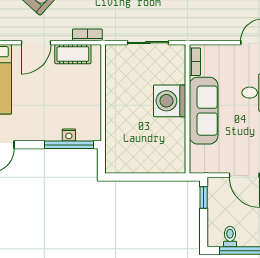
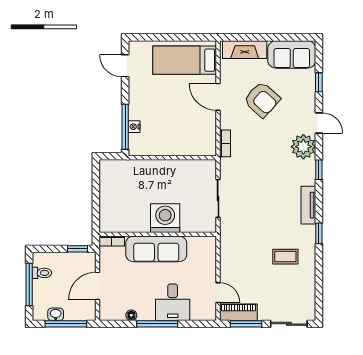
cot: (73, 54) -> (208, 130), removed
bookcase: (195, 62) -> (112, 241), moved

